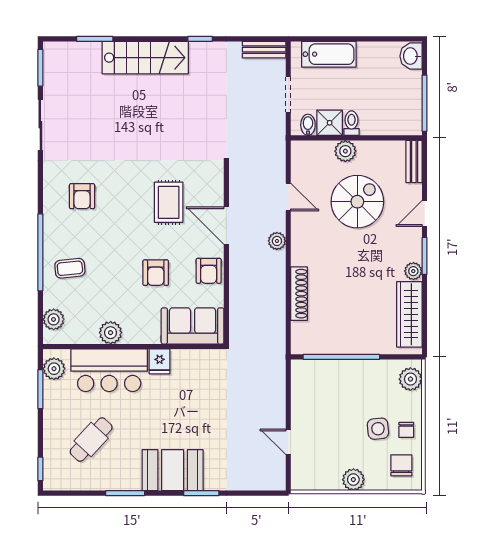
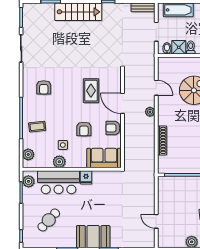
plant: (345, 151) -> (187, 63), removed
armchair: (209, 271) -> (113, 128), turned 90
side table: (117, 302) -> (63, 145), added

